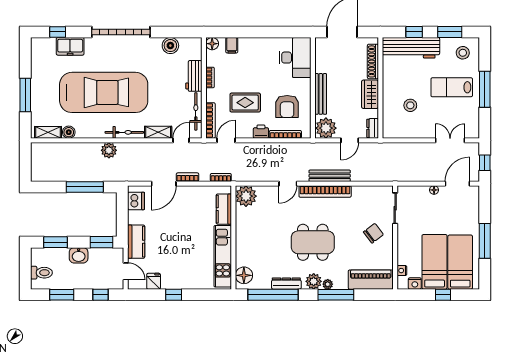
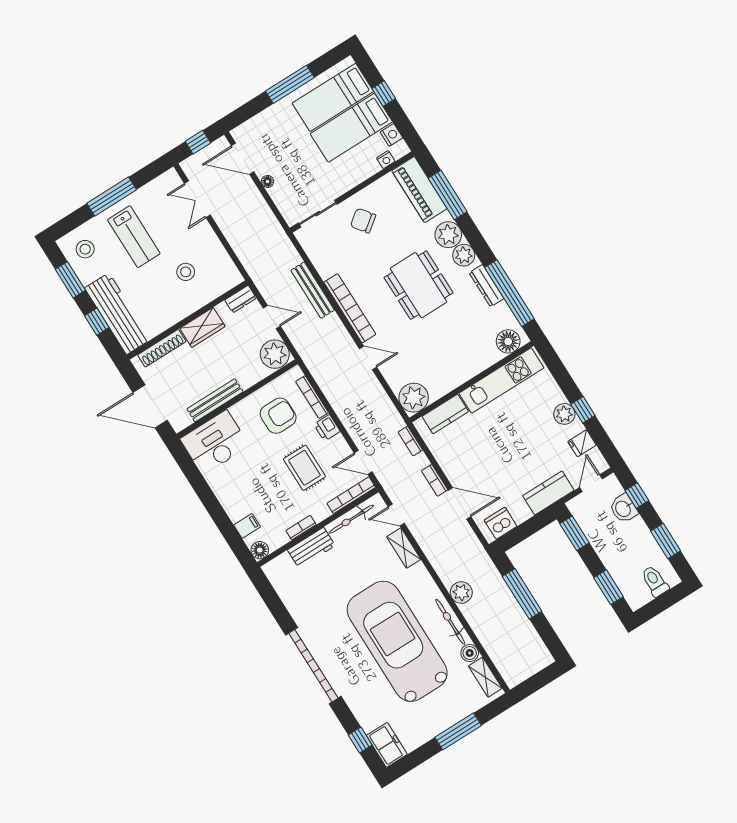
freezer: (70, 46) -> (387, 745), moved
boiler: (170, 46) -> (293, 598), removed
bench: (321, 94) -> (215, 400), moved
bicycle: (124, 132) -> (450, 622), moved
bench: (330, 176) -> (313, 290), moved
washbasin: (79, 255) -> (623, 509), moved, turned 180
plant: (178, 282) -> (564, 414), added
plant: (328, 284) -> (448, 235), width x1.88, depth x1.88
window: (336, 295) -> (448, 195), moved

